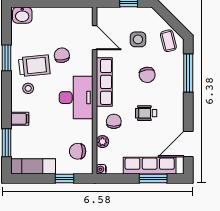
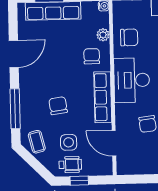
wheelchair: (146, 113) -> (70, 165), moved
chair: (114, 121) -> (92, 56), turned 180
door: (188, 144) -> (14, 54), moved
chair: (78, 151) -> (129, 37), moved

